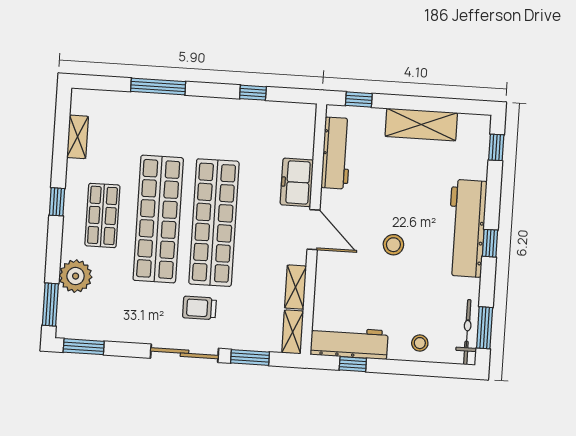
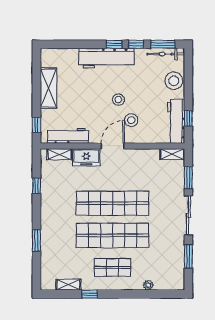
window: (158, 87) -> (36, 240), width x0.69
window: (496, 147) -> (136, 44), moved
window: (57, 202) -> (90, 294), moved
stool: (356, 265) -> (131, 120), added
plant: (76, 276) -> (148, 285), width x0.53, depth x0.53
shelving: (296, 287) -> (59, 154), moved
window: (50, 304) -> (165, 294), removed
trolley: (199, 308) -> (162, 208), removed
stool: (420, 343) -> (174, 81), width x1.89, depth x1.89
window: (84, 347) -> (188, 257), moved

